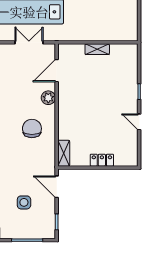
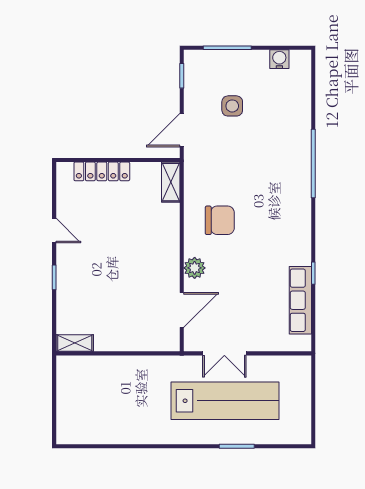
shelving: (97, 49) -> (75, 343), moved
chair: (32, 129) -> (220, 220), turned -90
locker: (102, 160) -> (102, 171), width x1.53
door: (57, 187) -> (182, 130), swing flipped

